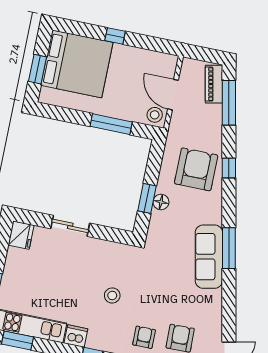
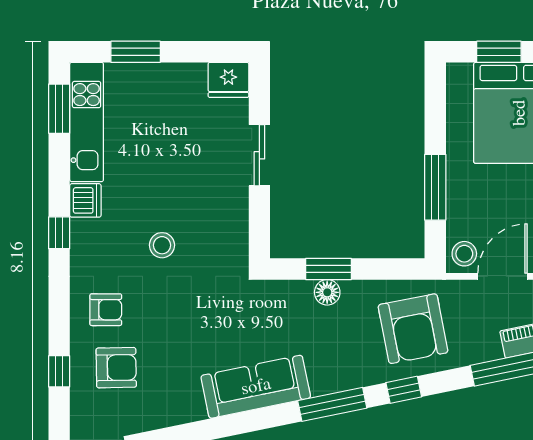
armchair: (196, 169) -> (413, 329), moved, turned 79
window: (229, 248) -> (332, 404), moved

